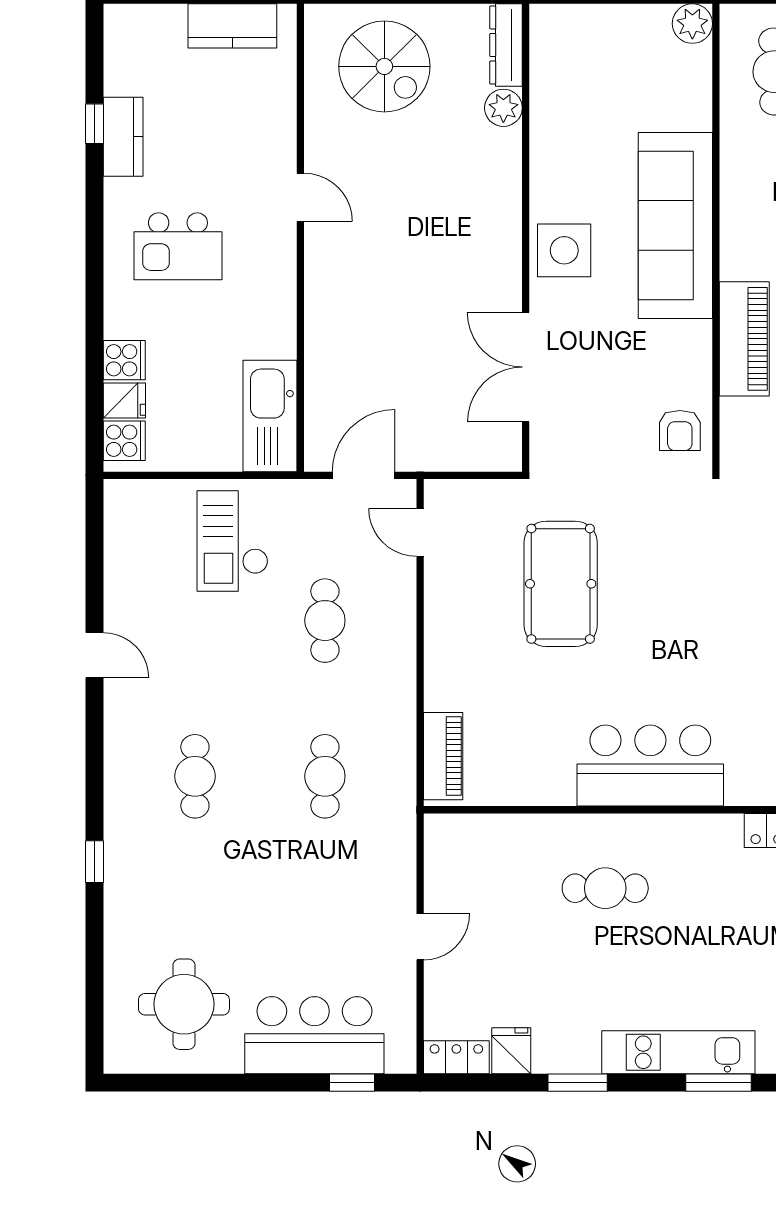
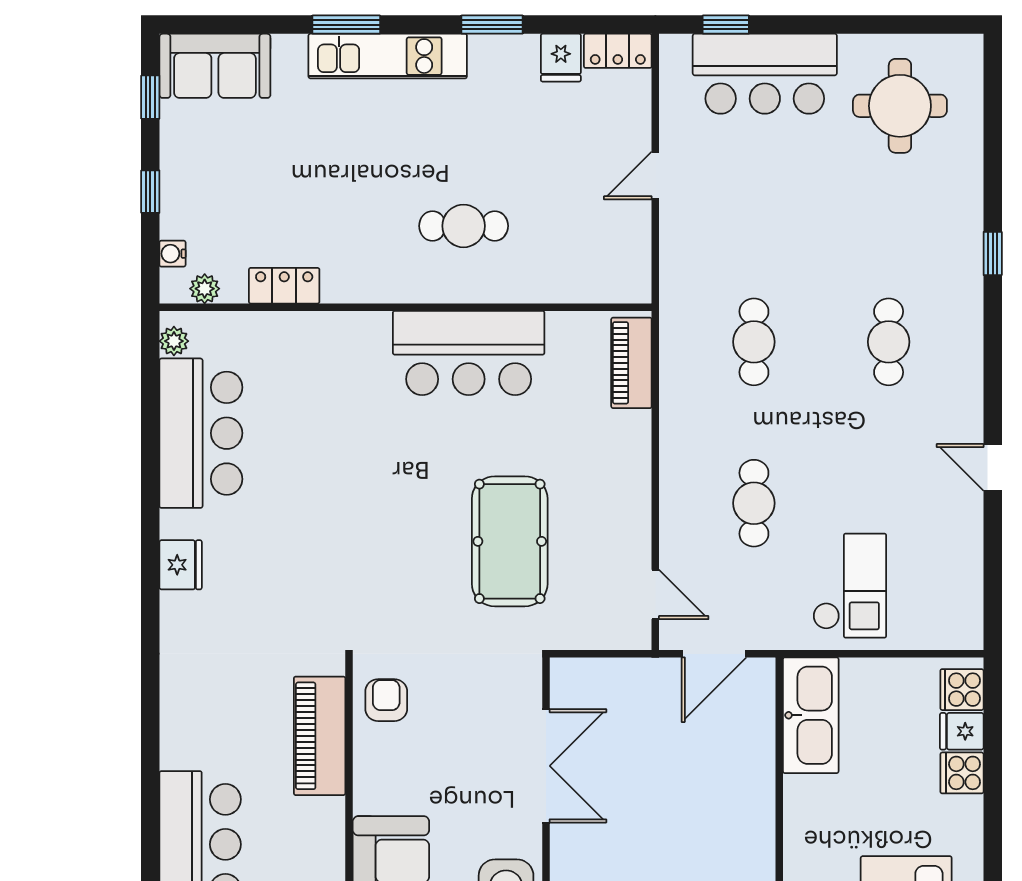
piano: (744, 339) -> (320, 736), moved
bar counter: (650, 766) -> (469, 353), moved

